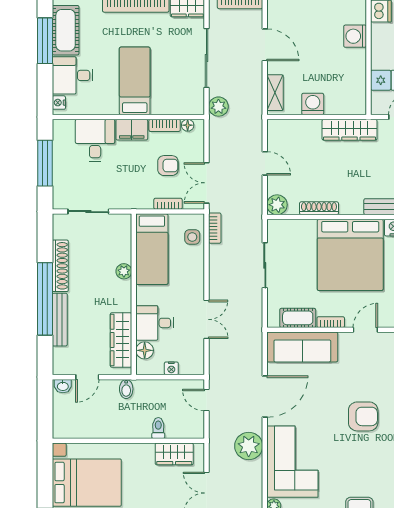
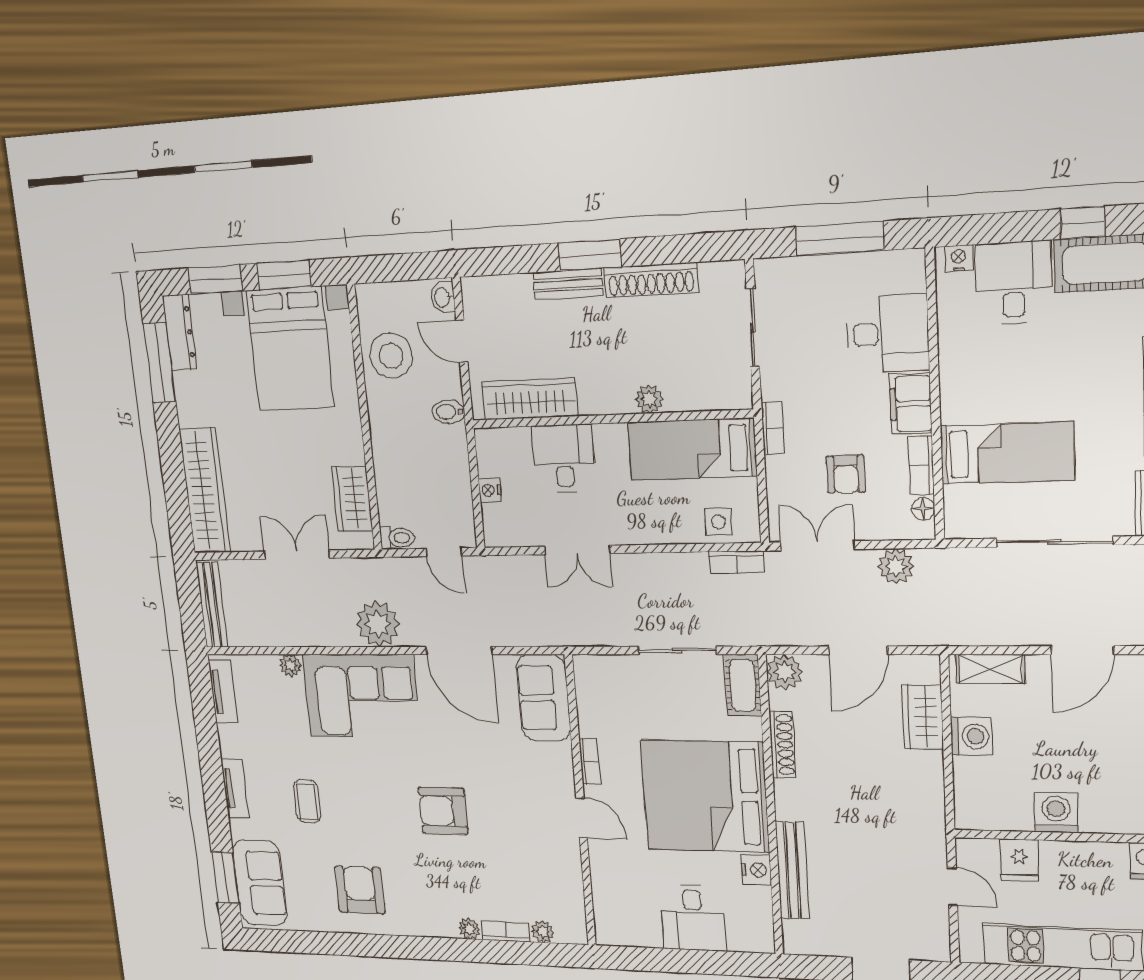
washing machine: (355, 36) -> (1056, 813), moved
window: (45, 41) -> (1083, 223), width x0.46
bed: (135, 81) -> (1007, 453), moved
plant: (218, 107) -> (896, 566), moved
wardrobe: (350, 130) -> (923, 717), moved, width x0.67
door: (265, 163) -> (858, 650), width x1.38
bookcase: (168, 204) -> (773, 428), moved
window: (45, 299) -> (590, 255), width x0.47
cot: (298, 318) -> (743, 685), moved
bench: (60, 320) -> (568, 284), width x0.73
sofa: (302, 347) -> (543, 698), width x0.73
floor lamp: (145, 350) -> (516, 442), removed
door: (207, 400) -> (444, 552), swing flipped
armchair: (363, 416) -> (443, 811), turned 90
stool: (93, 421) -> (391, 356), added
toilet: (158, 428) -> (397, 538), moved
window: (45, 481) -> (284, 275), added

